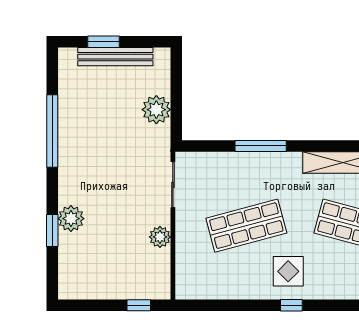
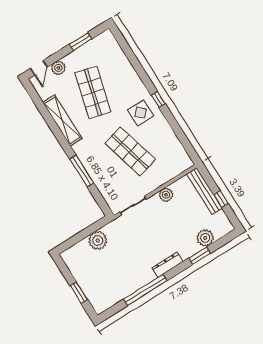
bench: (115, 57) -> (204, 191), moved
dresser: (67, 181) -> (168, 265), added
plant: (71, 219) -> (205, 238), moved
window: (139, 305) -> (221, 199), moved

